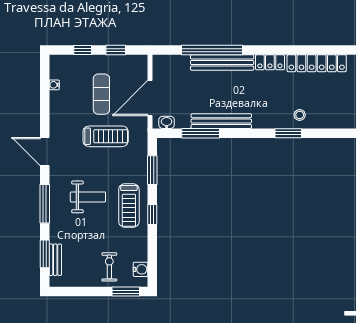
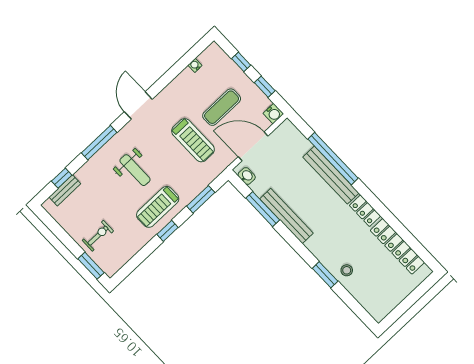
window: (45, 254) -> (62, 178), width x0.67
water cooler: (141, 269) -> (273, 114), moved

